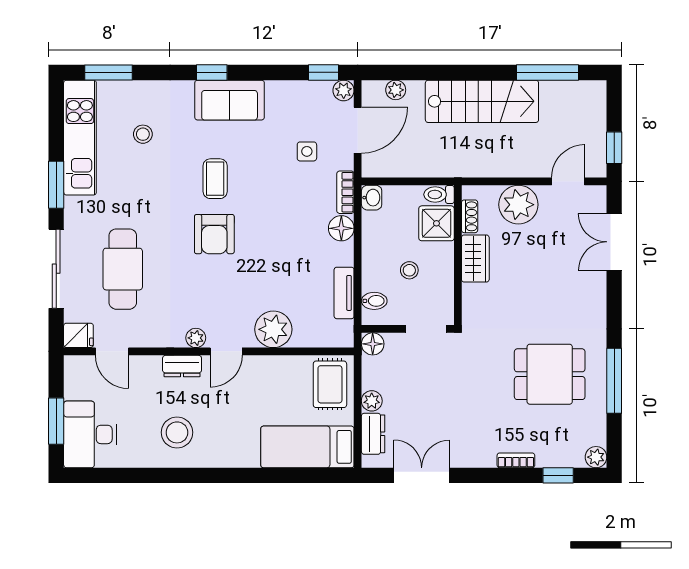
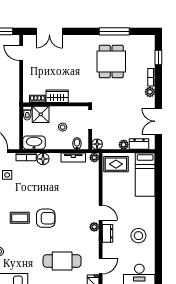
washbasin: (372, 198) -> (34, 143), width x1.91, depth x1.45
plant: (518, 205) -> (32, 76), removed
plant: (273, 329) -> (94, 158), moved, width x0.53, depth x0.53
plant: (596, 457) -> (150, 92), moved

